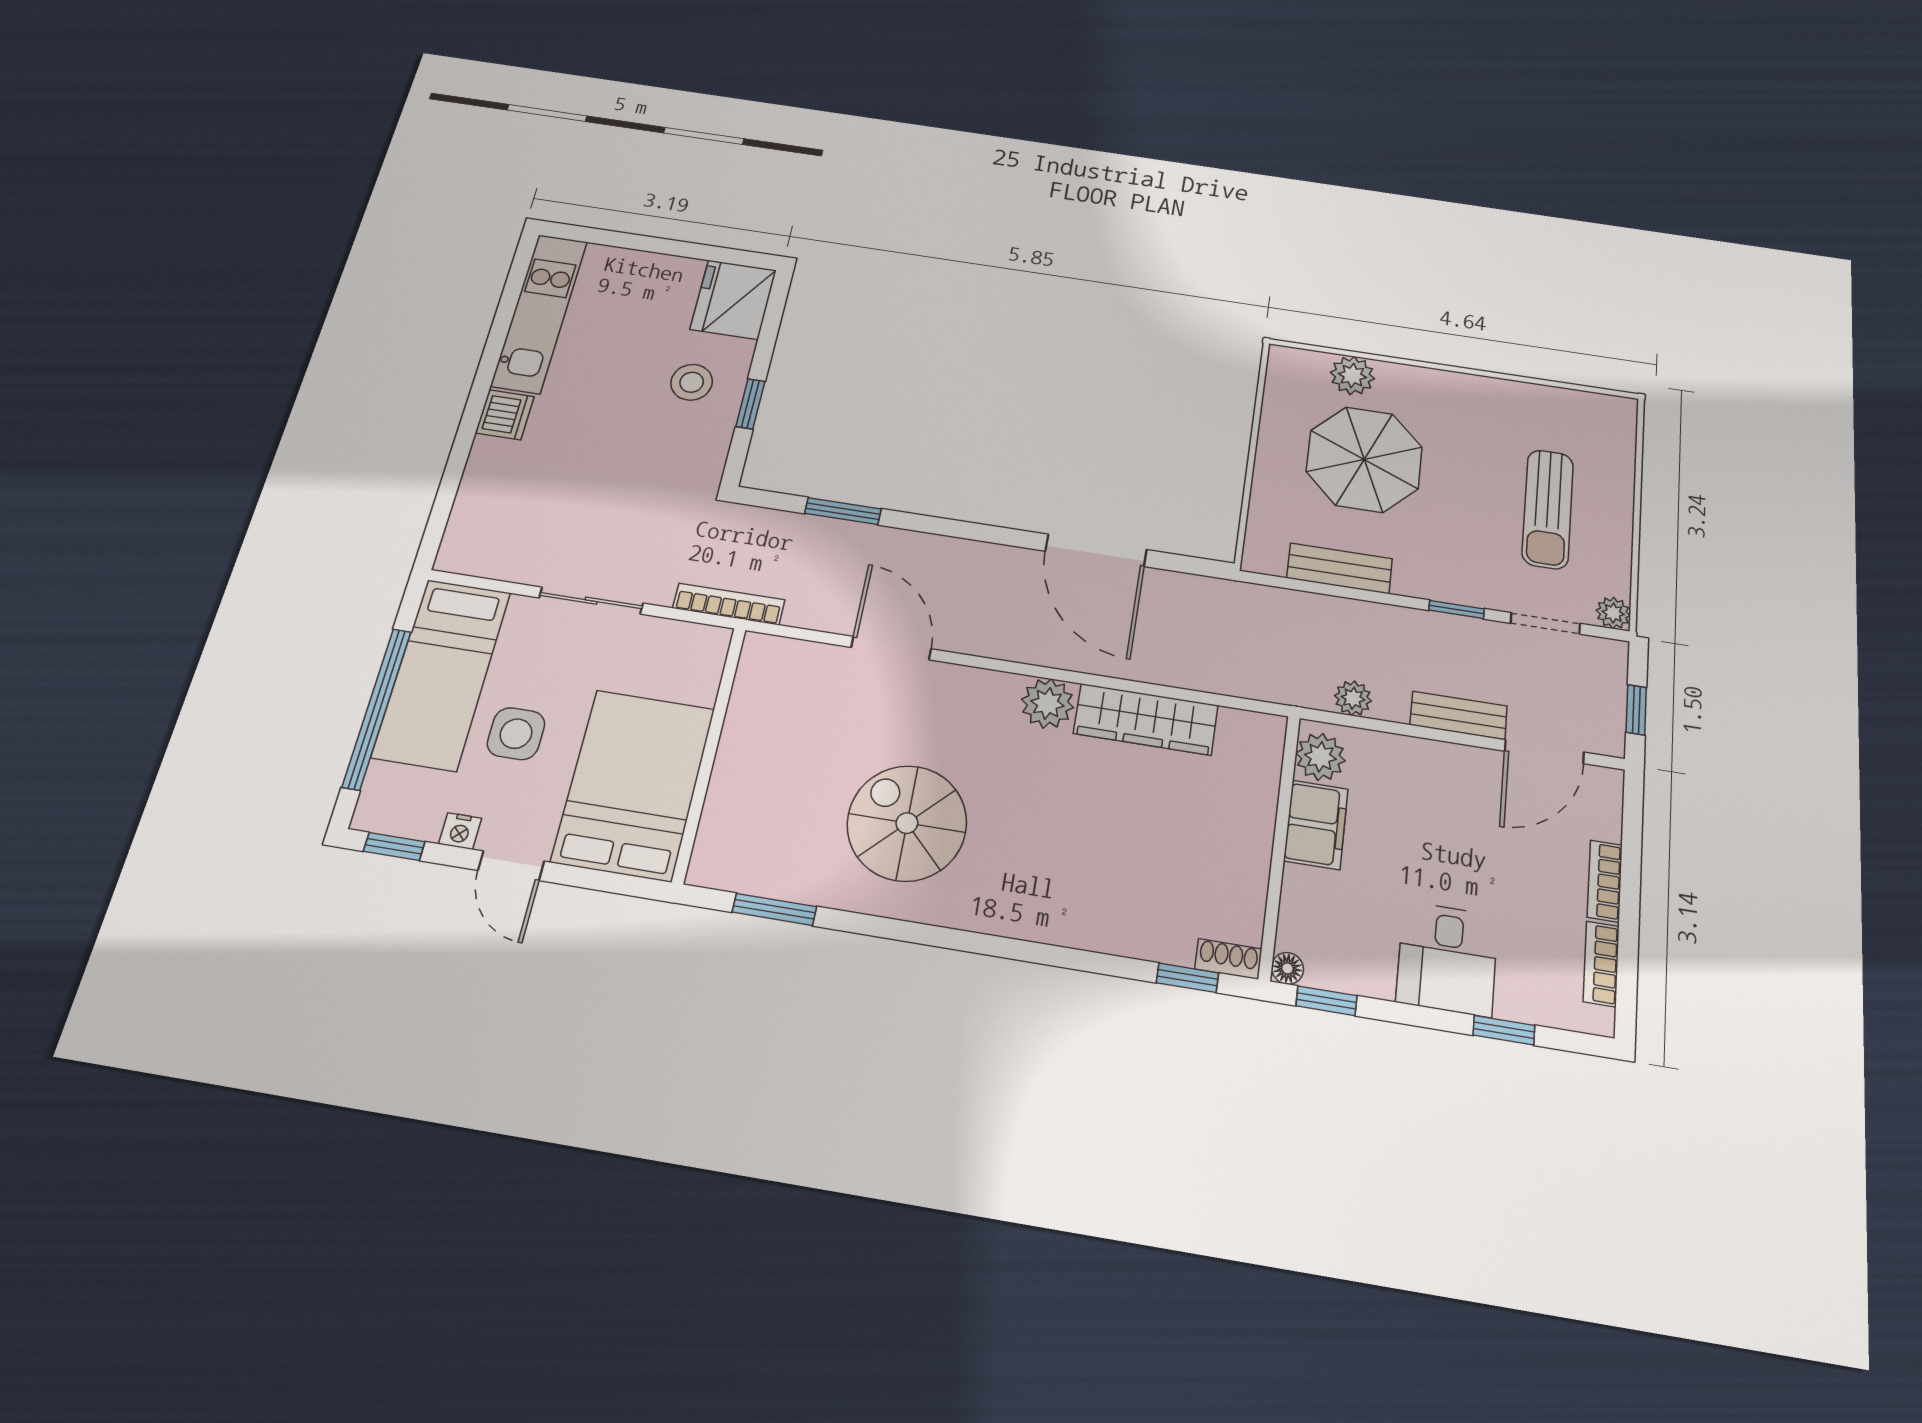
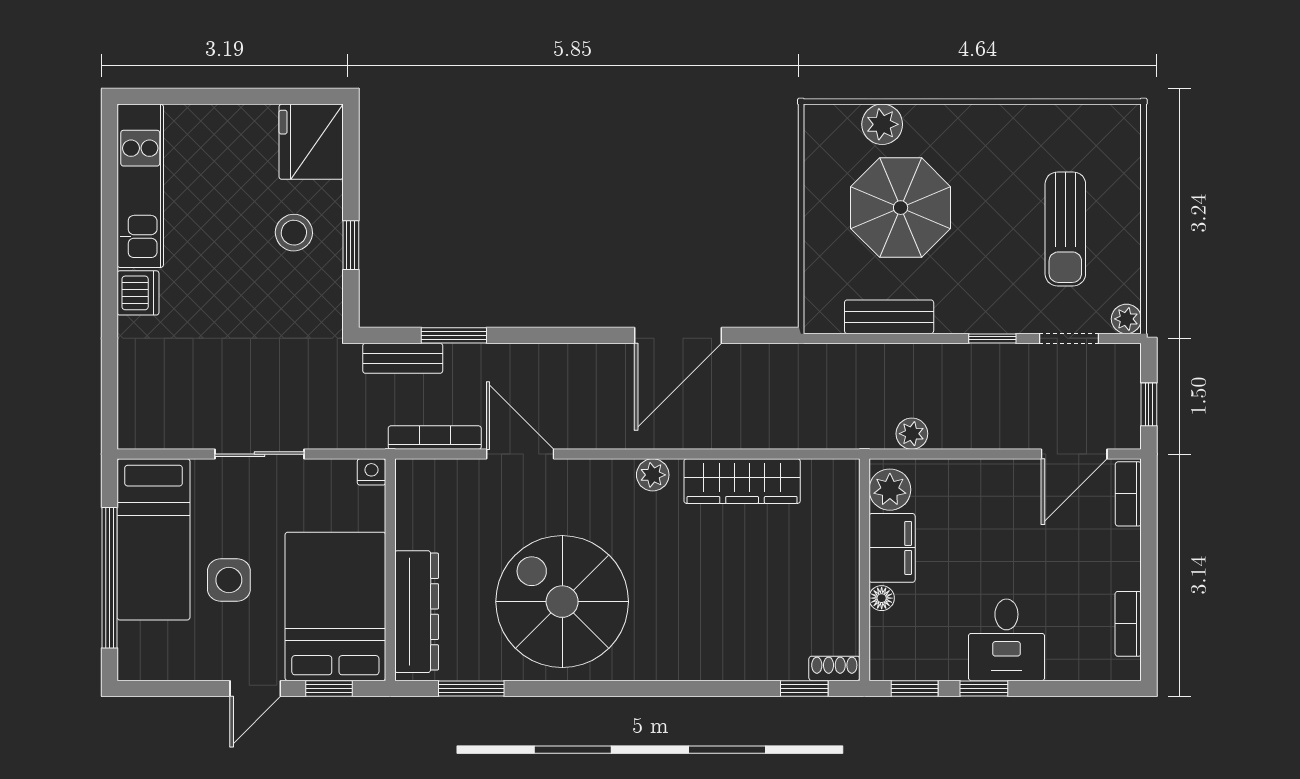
door: (1096, 550) -> (678, 335), hinge flipped
bookcase: (729, 604) -> (435, 438), moved
plant: (1047, 703) -> (653, 475), width x0.73, depth x0.73
bench: (1459, 715) -> (403, 358), moved
dresser: (729, 806) -> (417, 612), added
spiral stairs: (907, 823) -> (562, 602), width x1.37, depth x1.37
nightstand: (460, 831) -> (371, 472), moved, turned 180
window: (394, 846) -> (329, 688), moved
door: (511, 866) -> (255, 688), hinge flipped
bookcase: (1605, 881) -> (1128, 494), moved
floor lamp: (1287, 968) -> (882, 598), moved
window: (1504, 1030) -> (984, 688), moved

